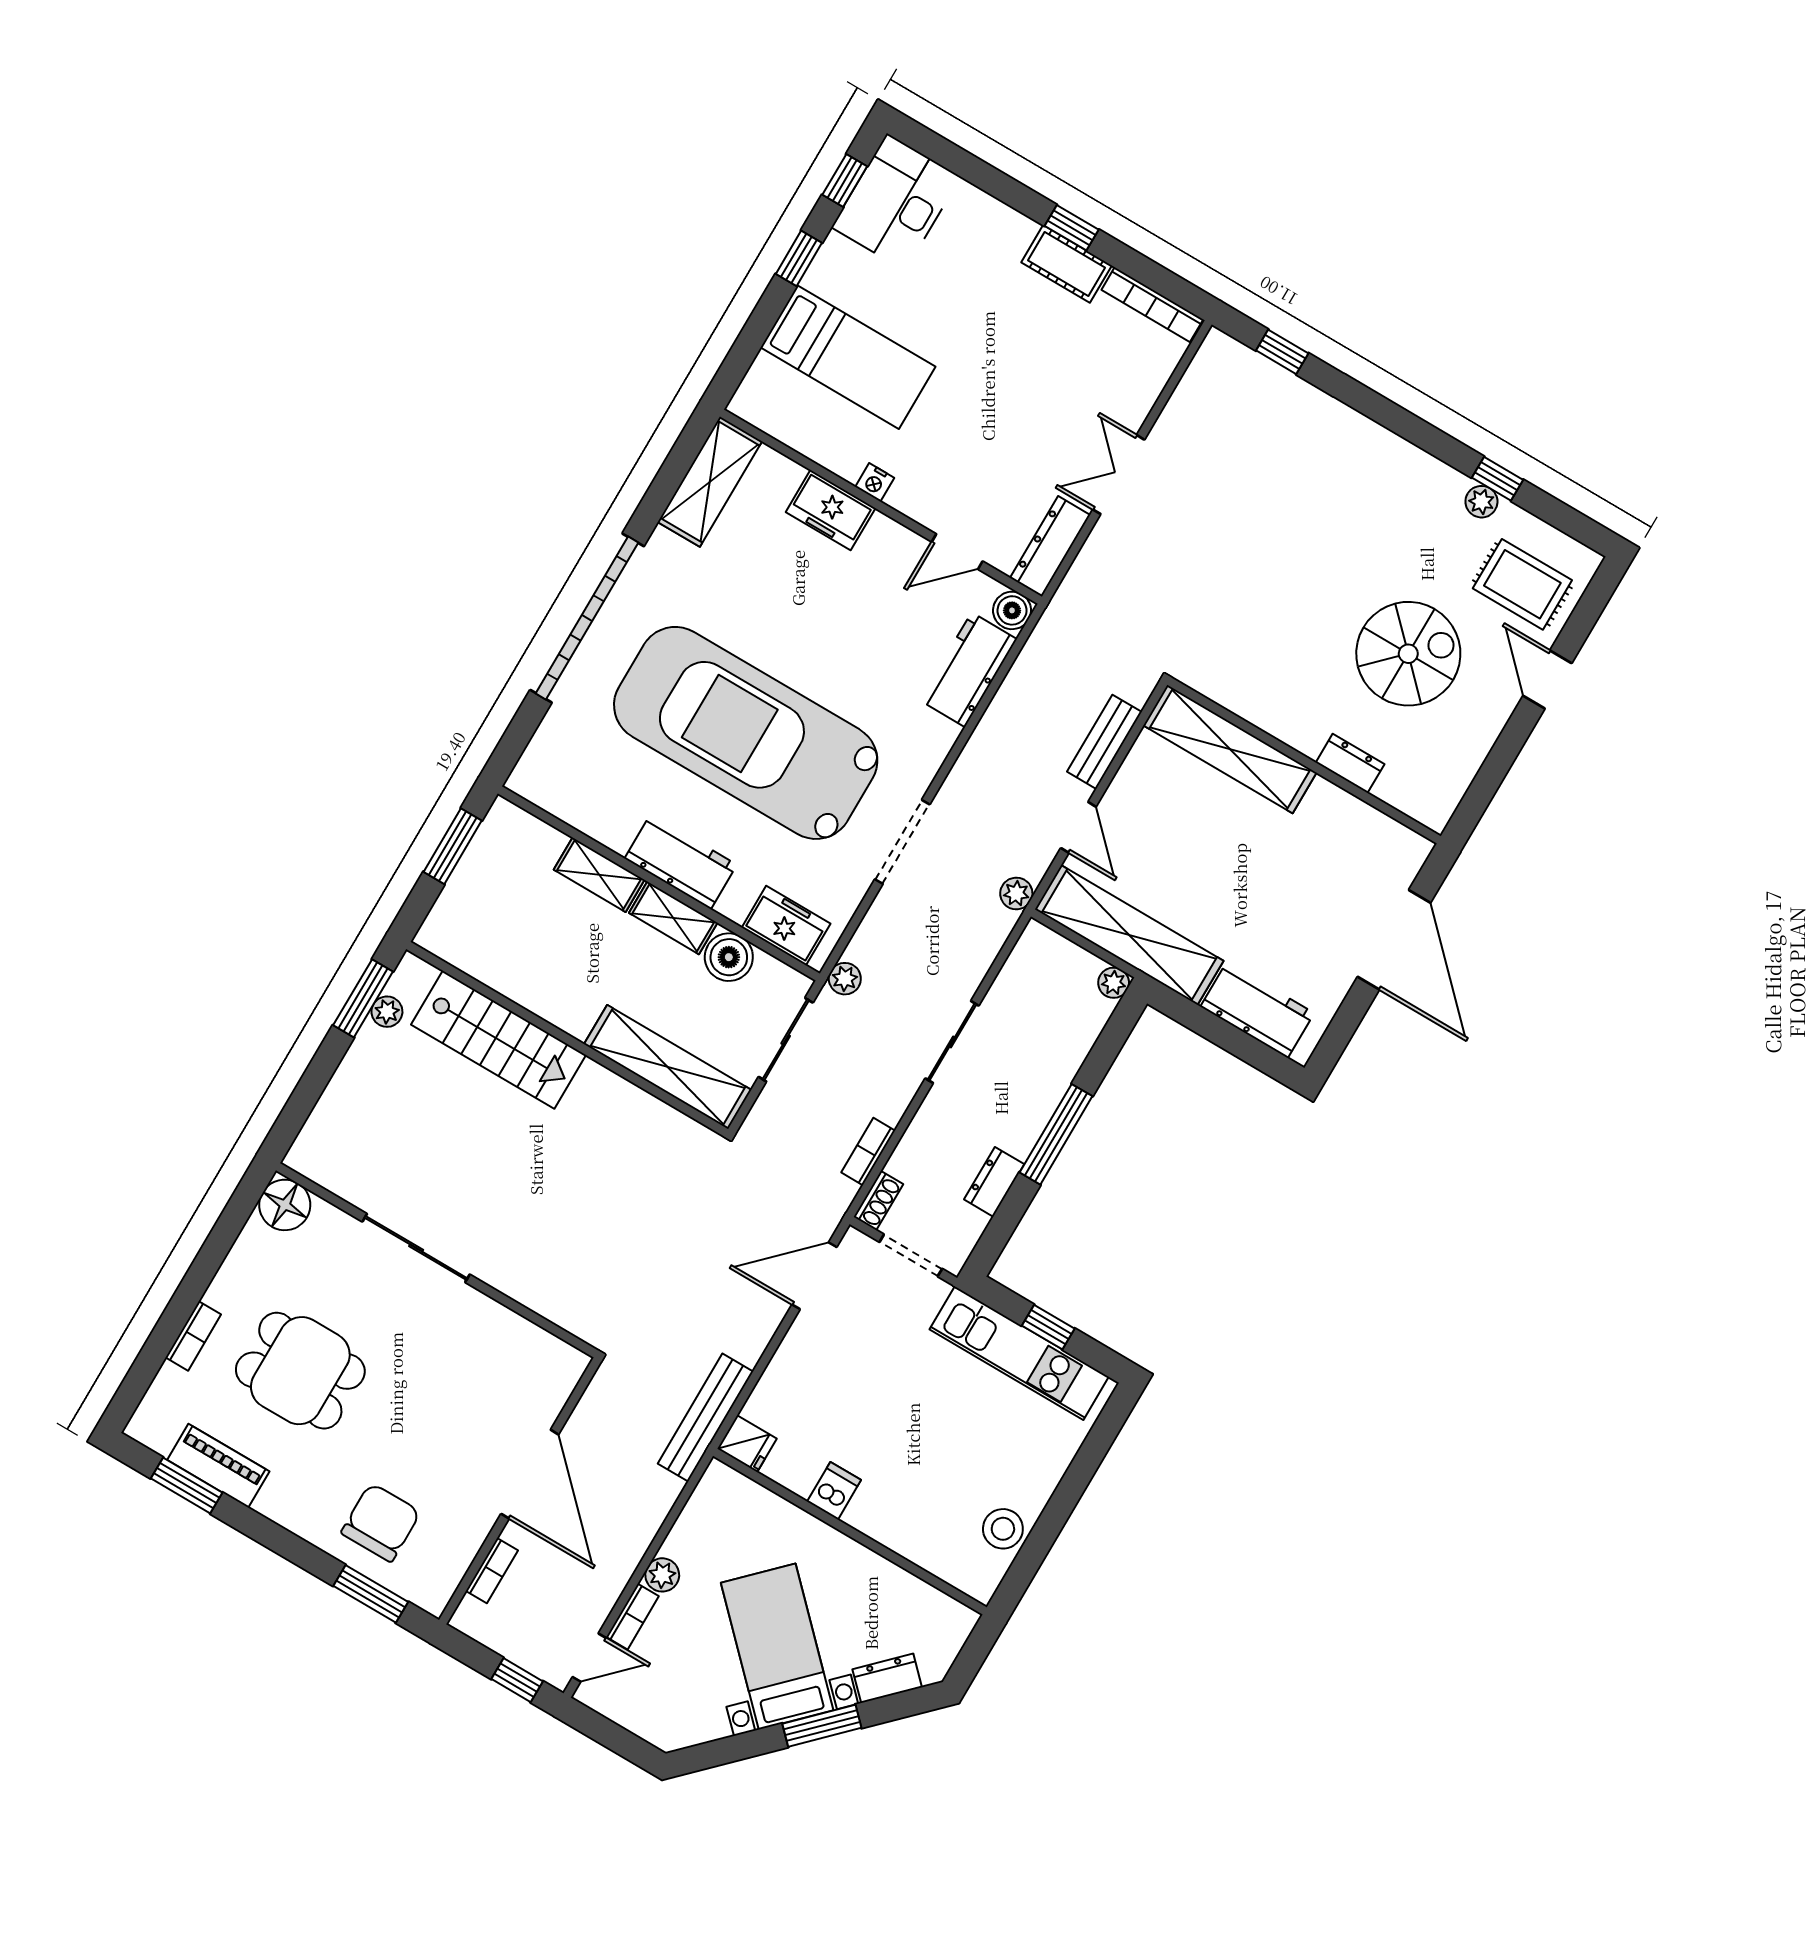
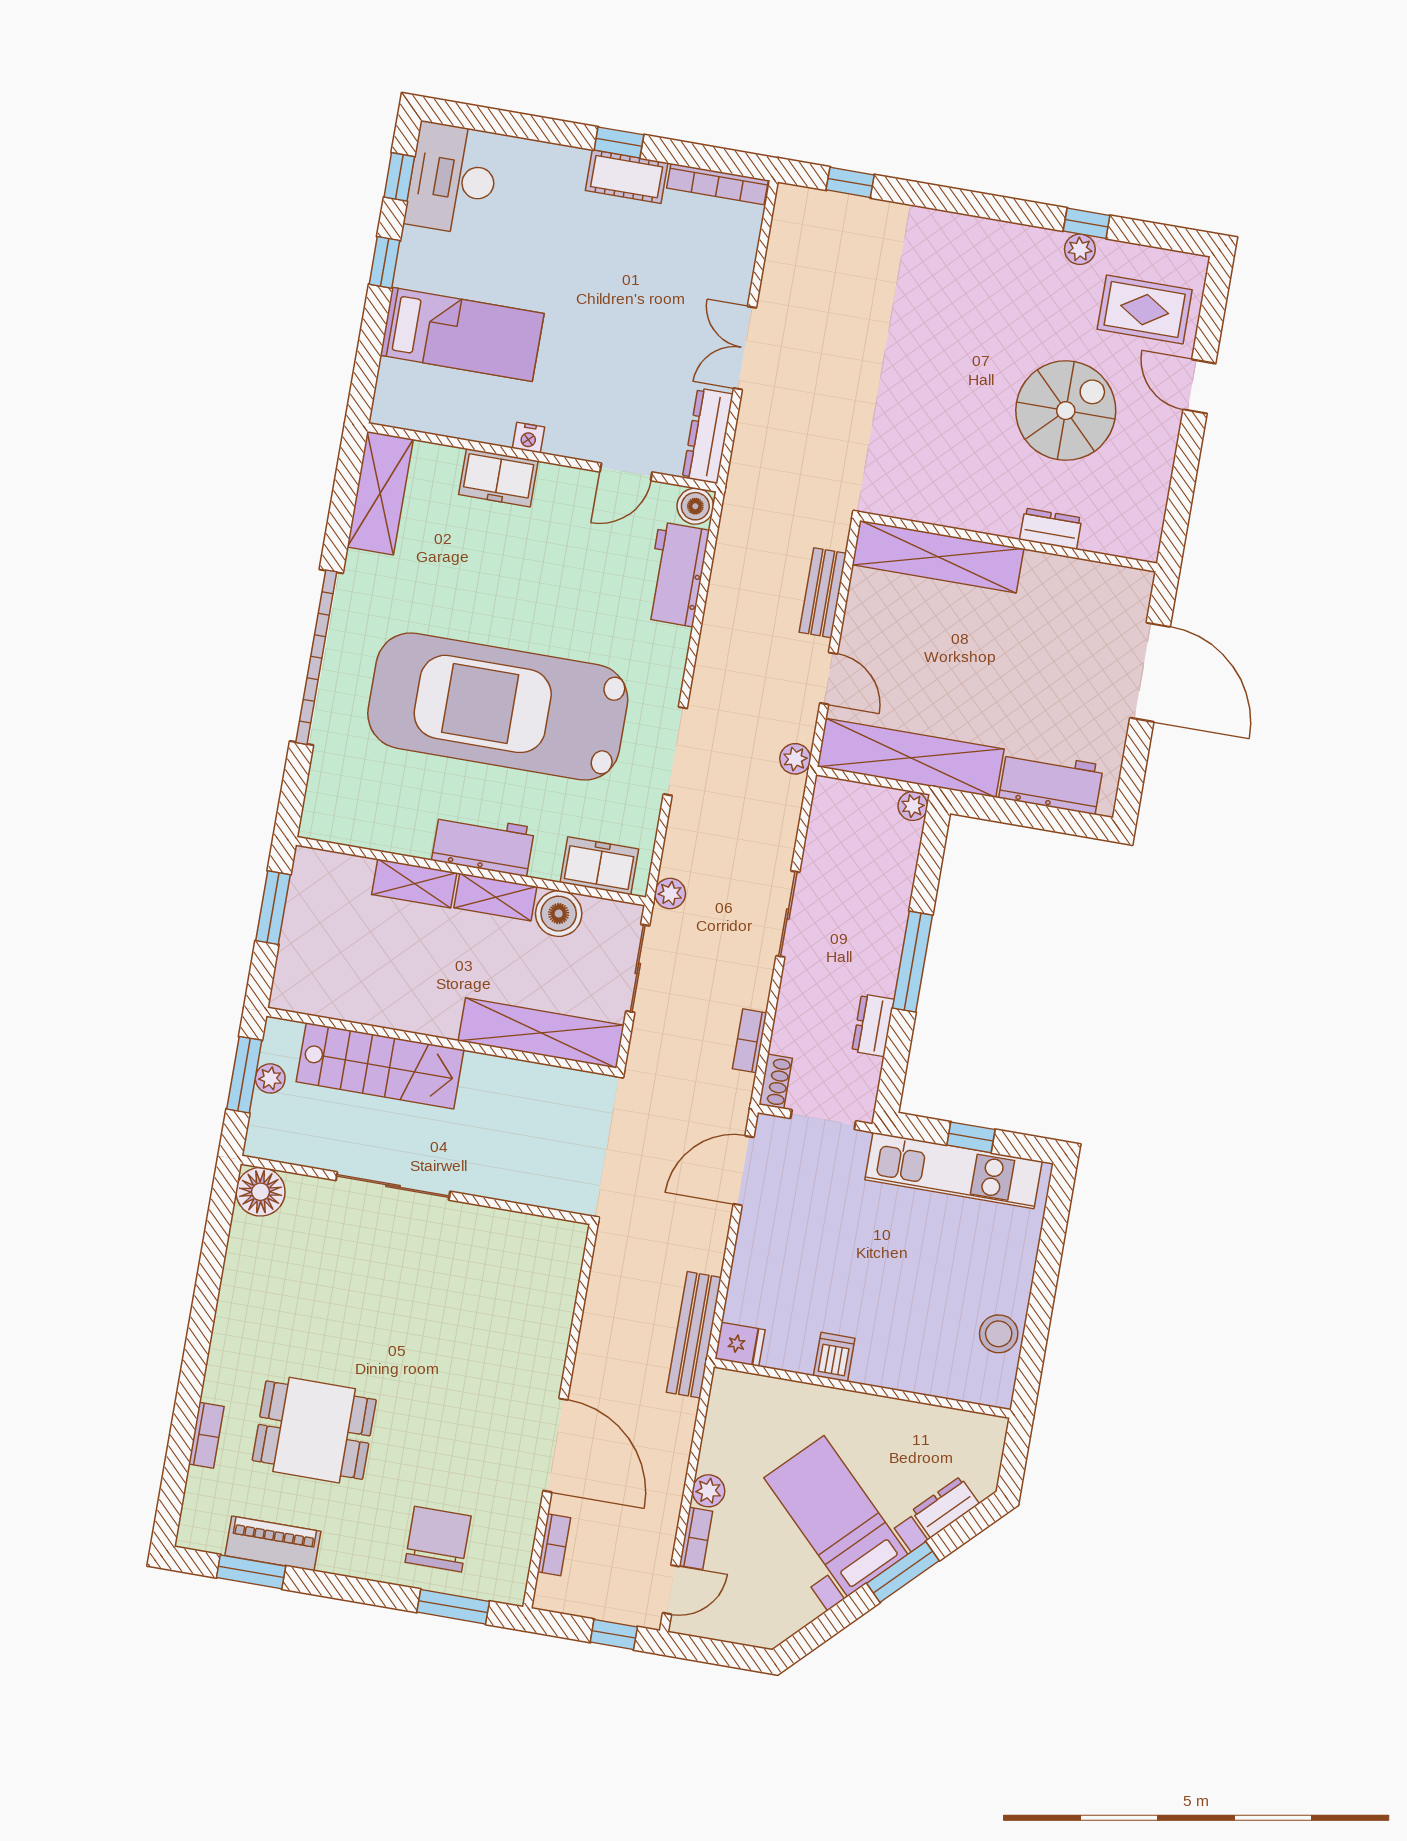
floor lamp: (285, 1205) -> (260, 1192), moved
sliding door: (416, 1248) -> (393, 1186), moved
wall: (437, 1260) -> (416, 1190), moved

